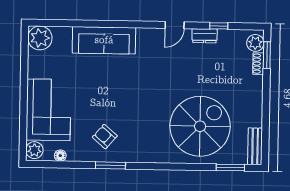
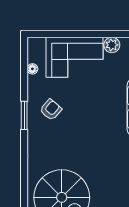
plant: (34, 150) -> (112, 45), moved

